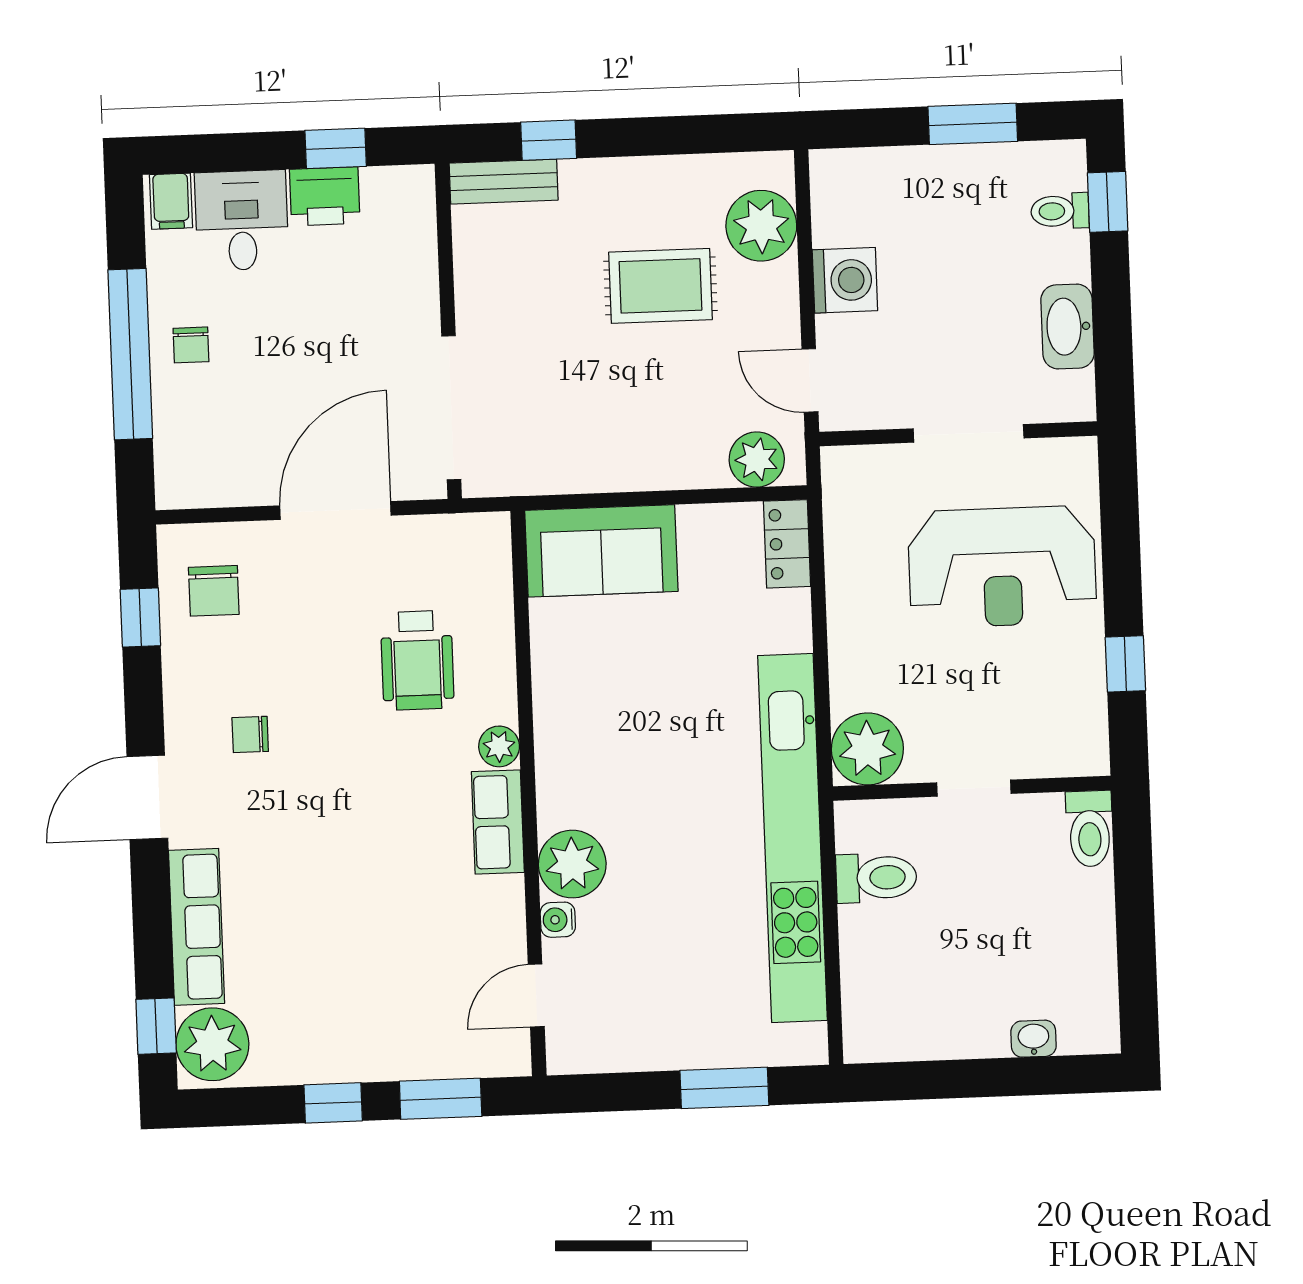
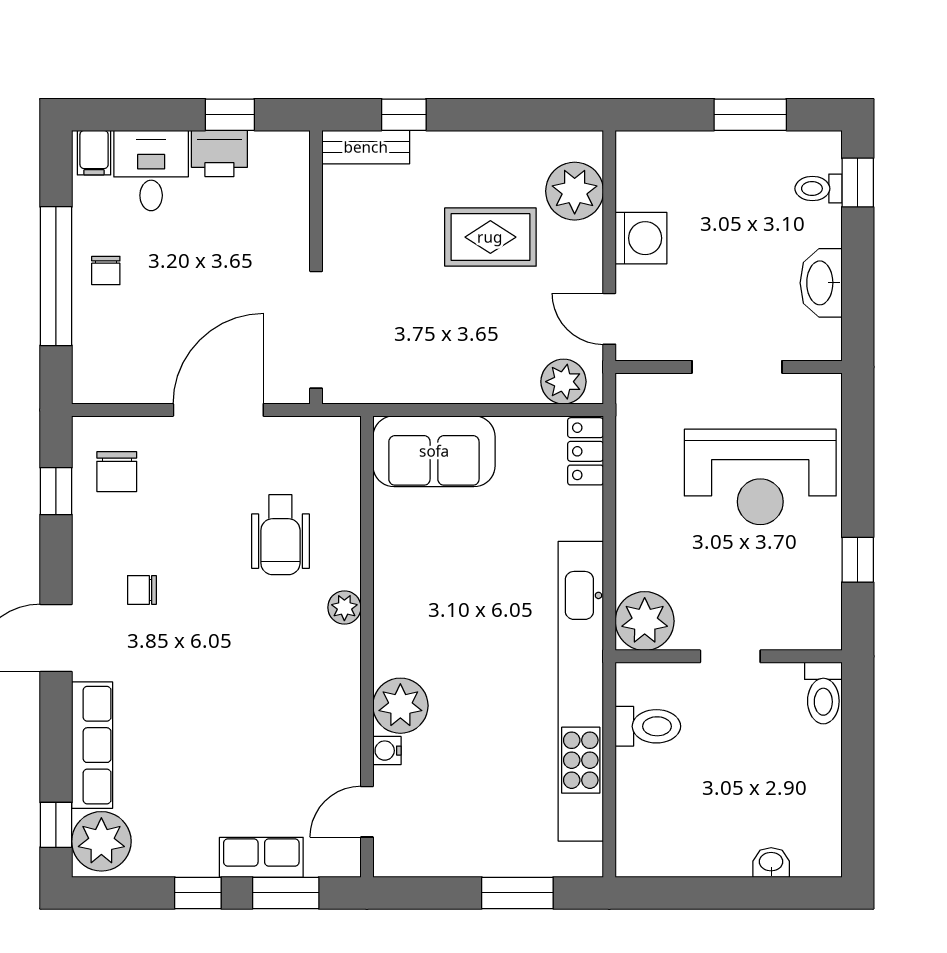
row of seats: (498, 822) -> (261, 857), moved, turned 90

